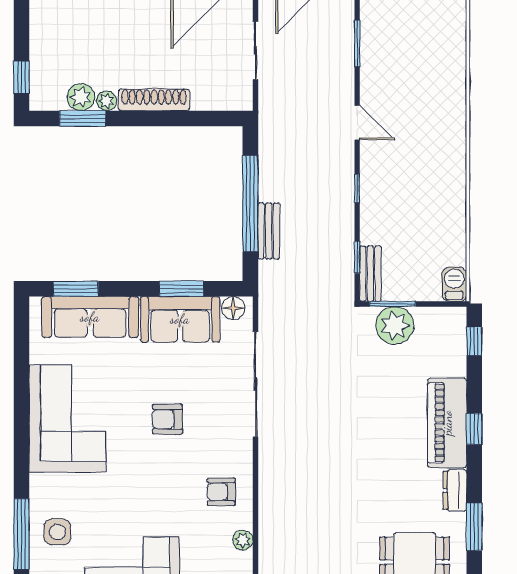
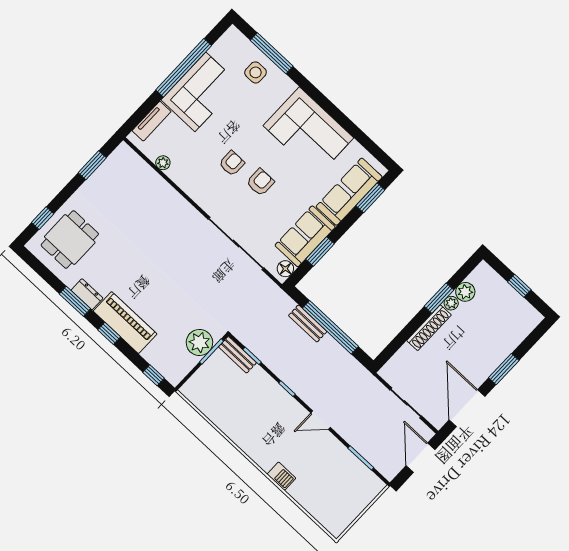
window: (22, 77) -> (519, 286), moved
window: (83, 118) -> (439, 298), moved
barbecue: (454, 284) -> (281, 476), moved
armchair: (221, 492) -> (232, 163), moved
window: (474, 527) -> (75, 301), moved

